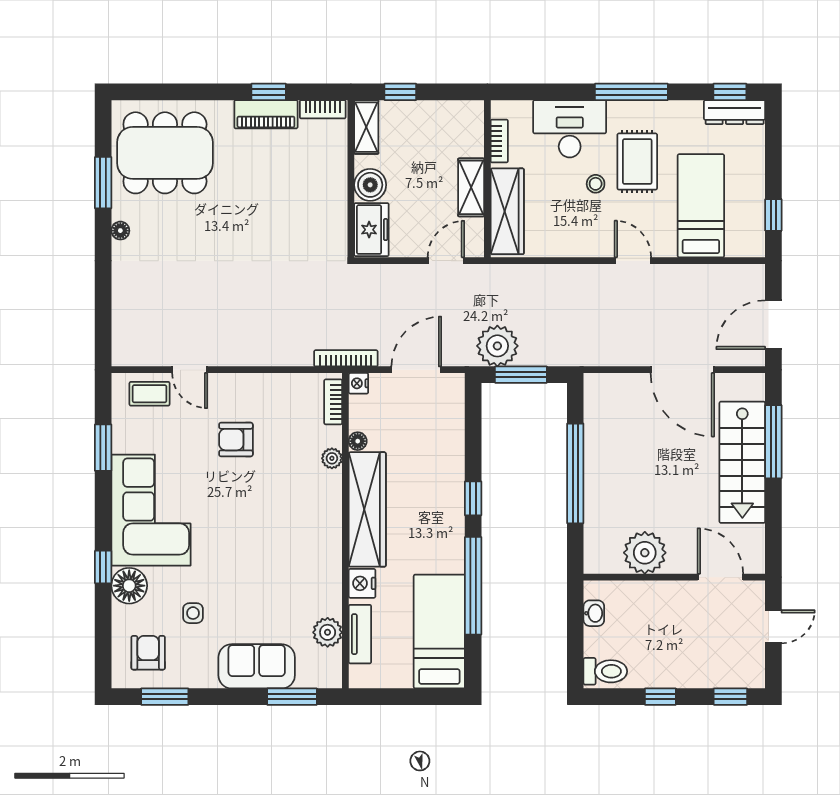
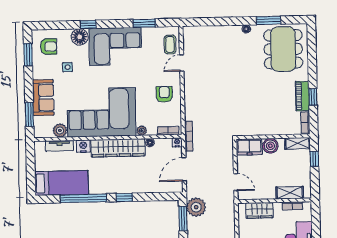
shelving: (471, 187) -> (290, 193), moved
wardrobe: (507, 211) -> (259, 210), width x0.67
door: (416, 370) -> (184, 169), swing flipped
armchair: (236, 440) -> (164, 94), moved
corner sofa: (291, 543) -> (101, 112), added

